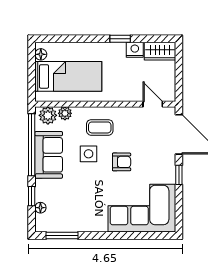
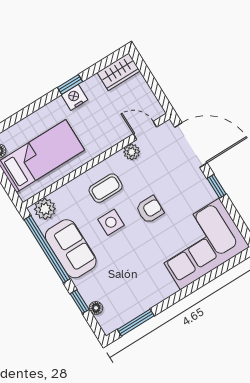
nightstand: (135, 50) -> (74, 97), moved
plant: (65, 113) -> (132, 152), moved

